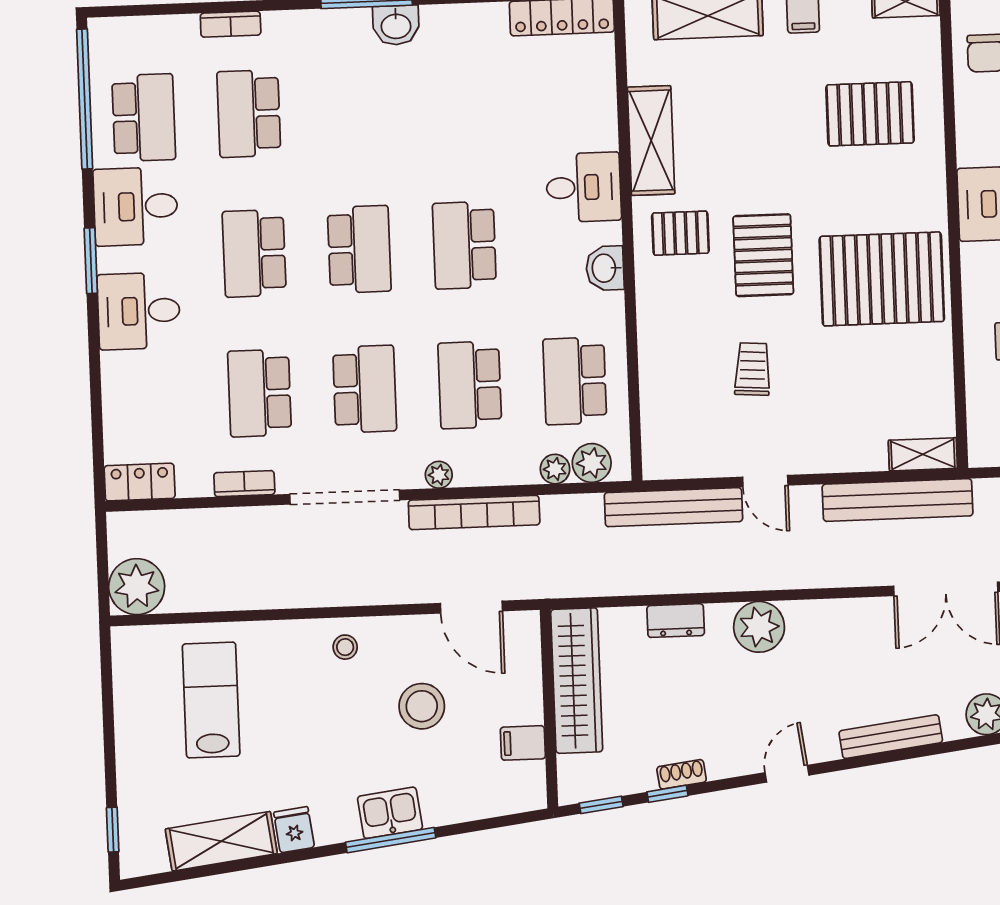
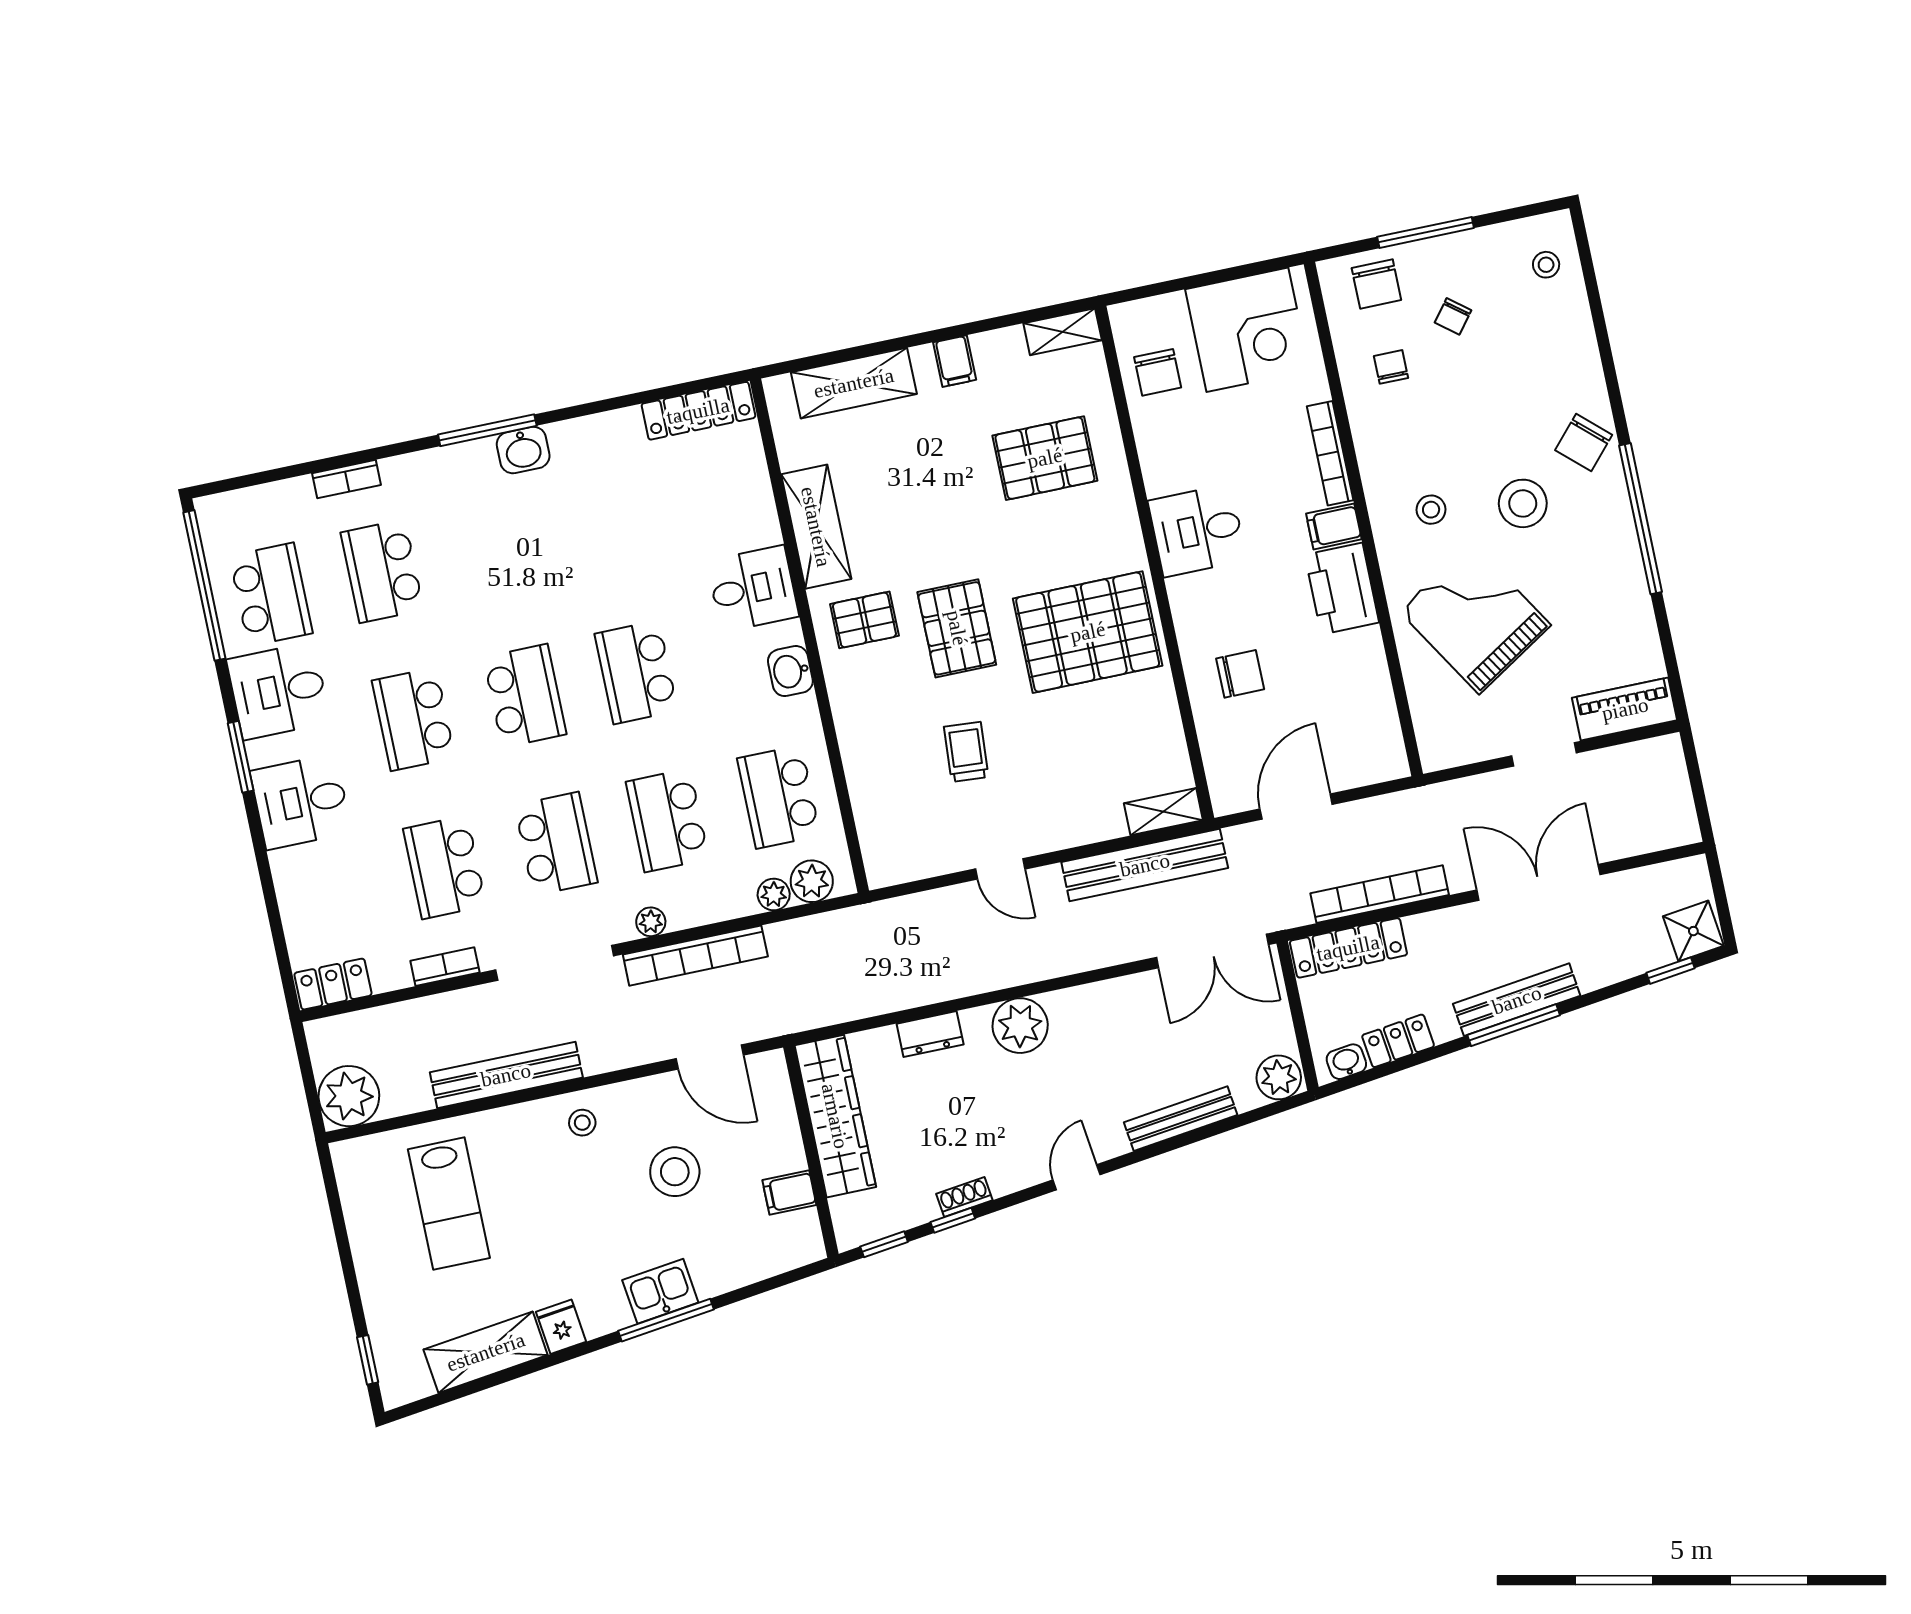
bench: (673, 507) -> (506, 1075), moved
lab bench: (211, 700) -> (449, 1204), turned 180

